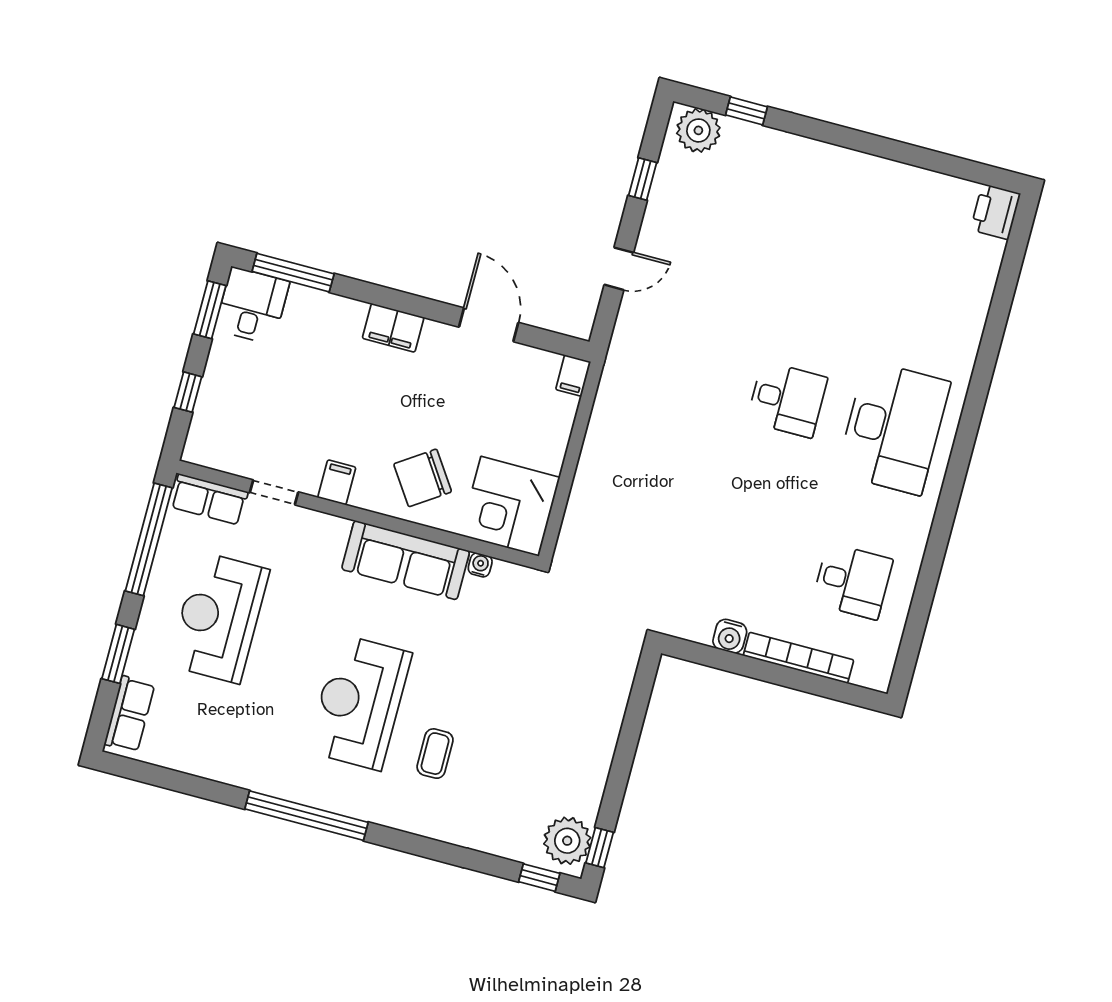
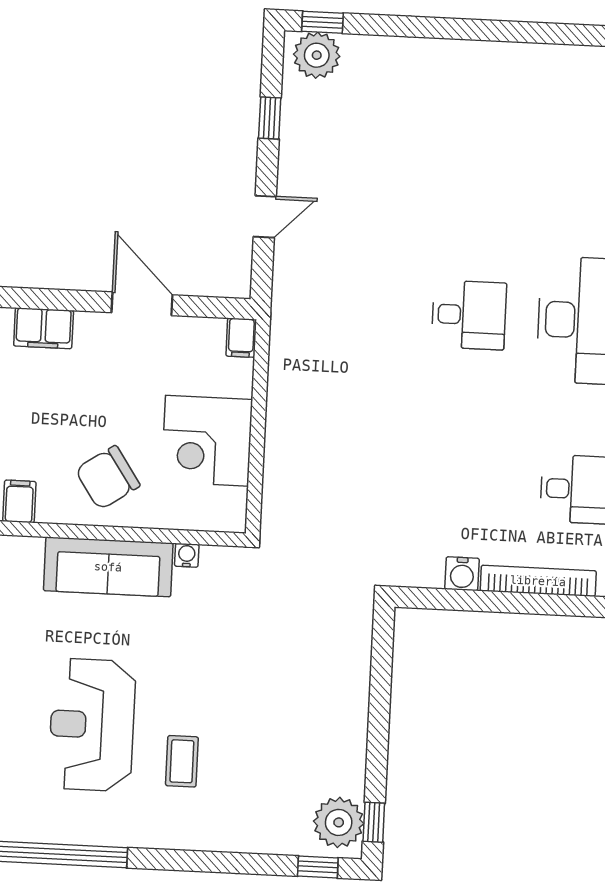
window: (747, 111) -> (322, 22), moved
corner desk: (510, 506) -> (207, 441), moved

